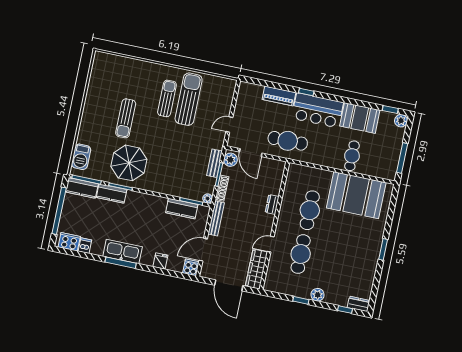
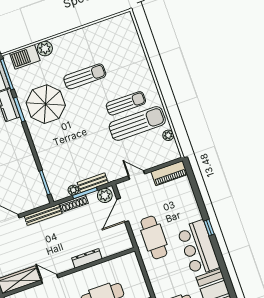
plant: (213, 80) -> (168, 135), added
piano: (279, 96) -> (169, 173), moved, turned -90
sun lounger: (126, 118) -> (85, 76), turned 180
plant: (84, 137) -> (45, 48), added
plant: (208, 199) -> (73, 190), moved
dresser: (272, 204) -> (87, 258), width x1.44
kitchen counter: (182, 209) -> (33, 178), removed

